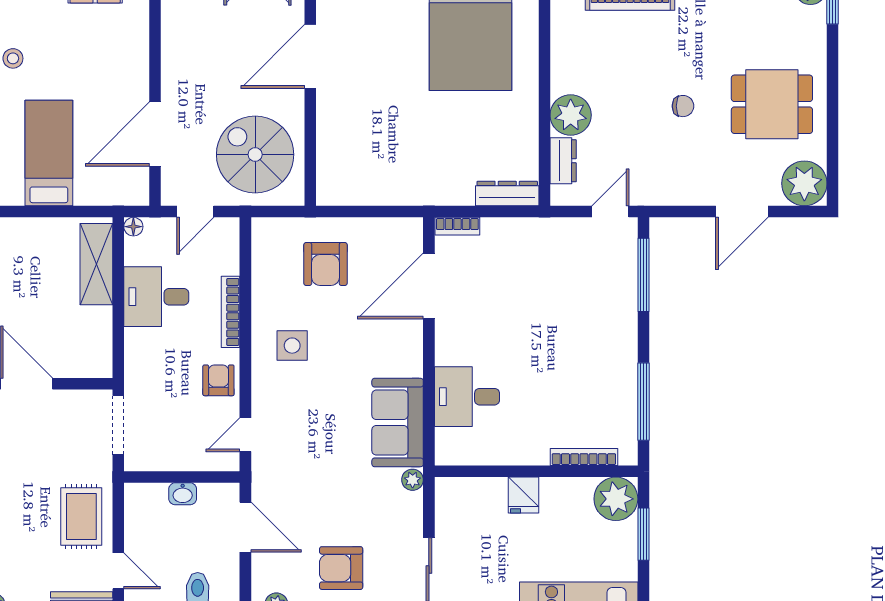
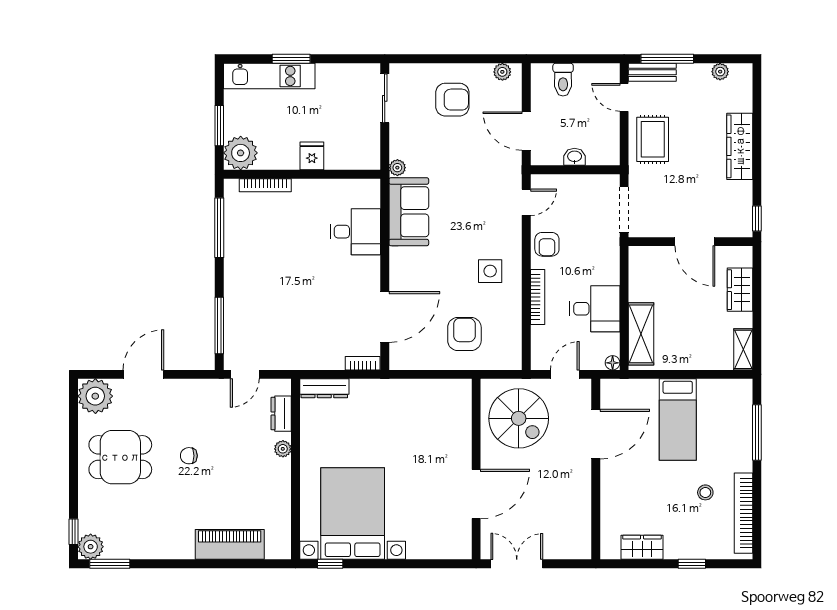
plant: (571, 115) -> (283, 449), width x0.53, depth x0.53

